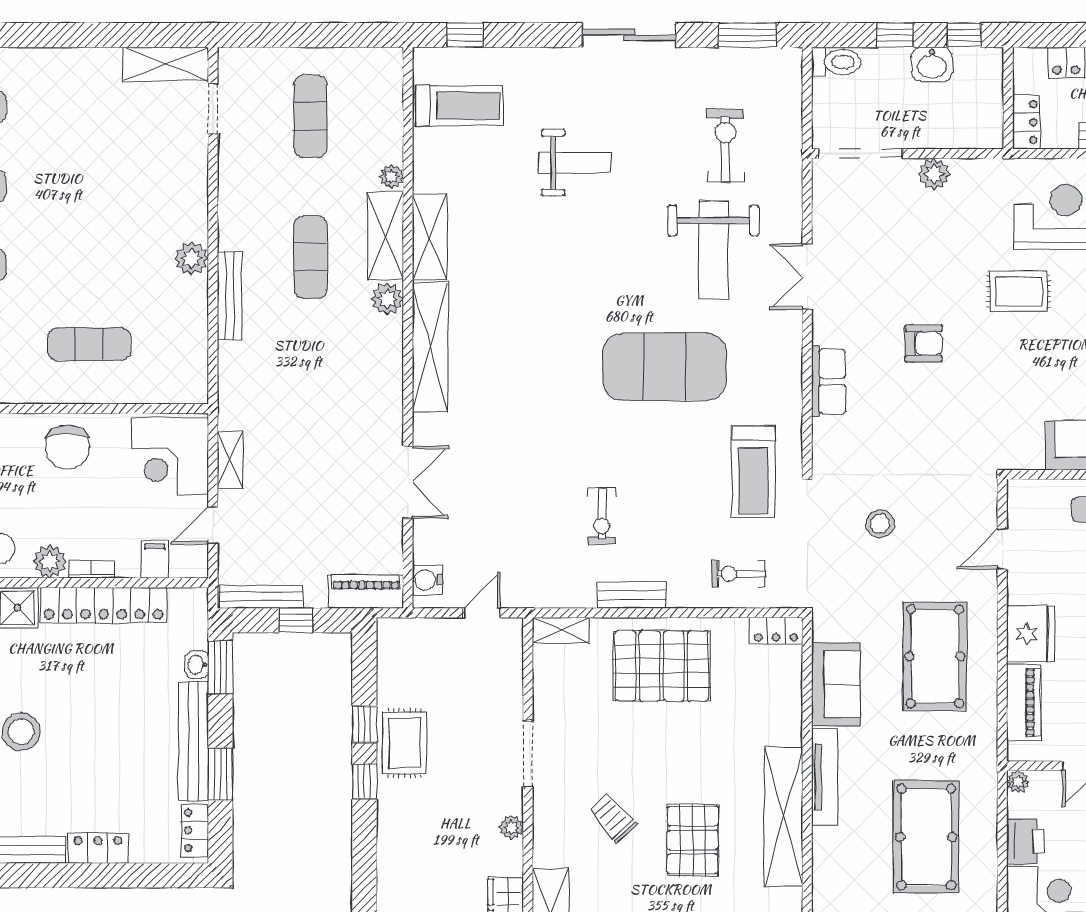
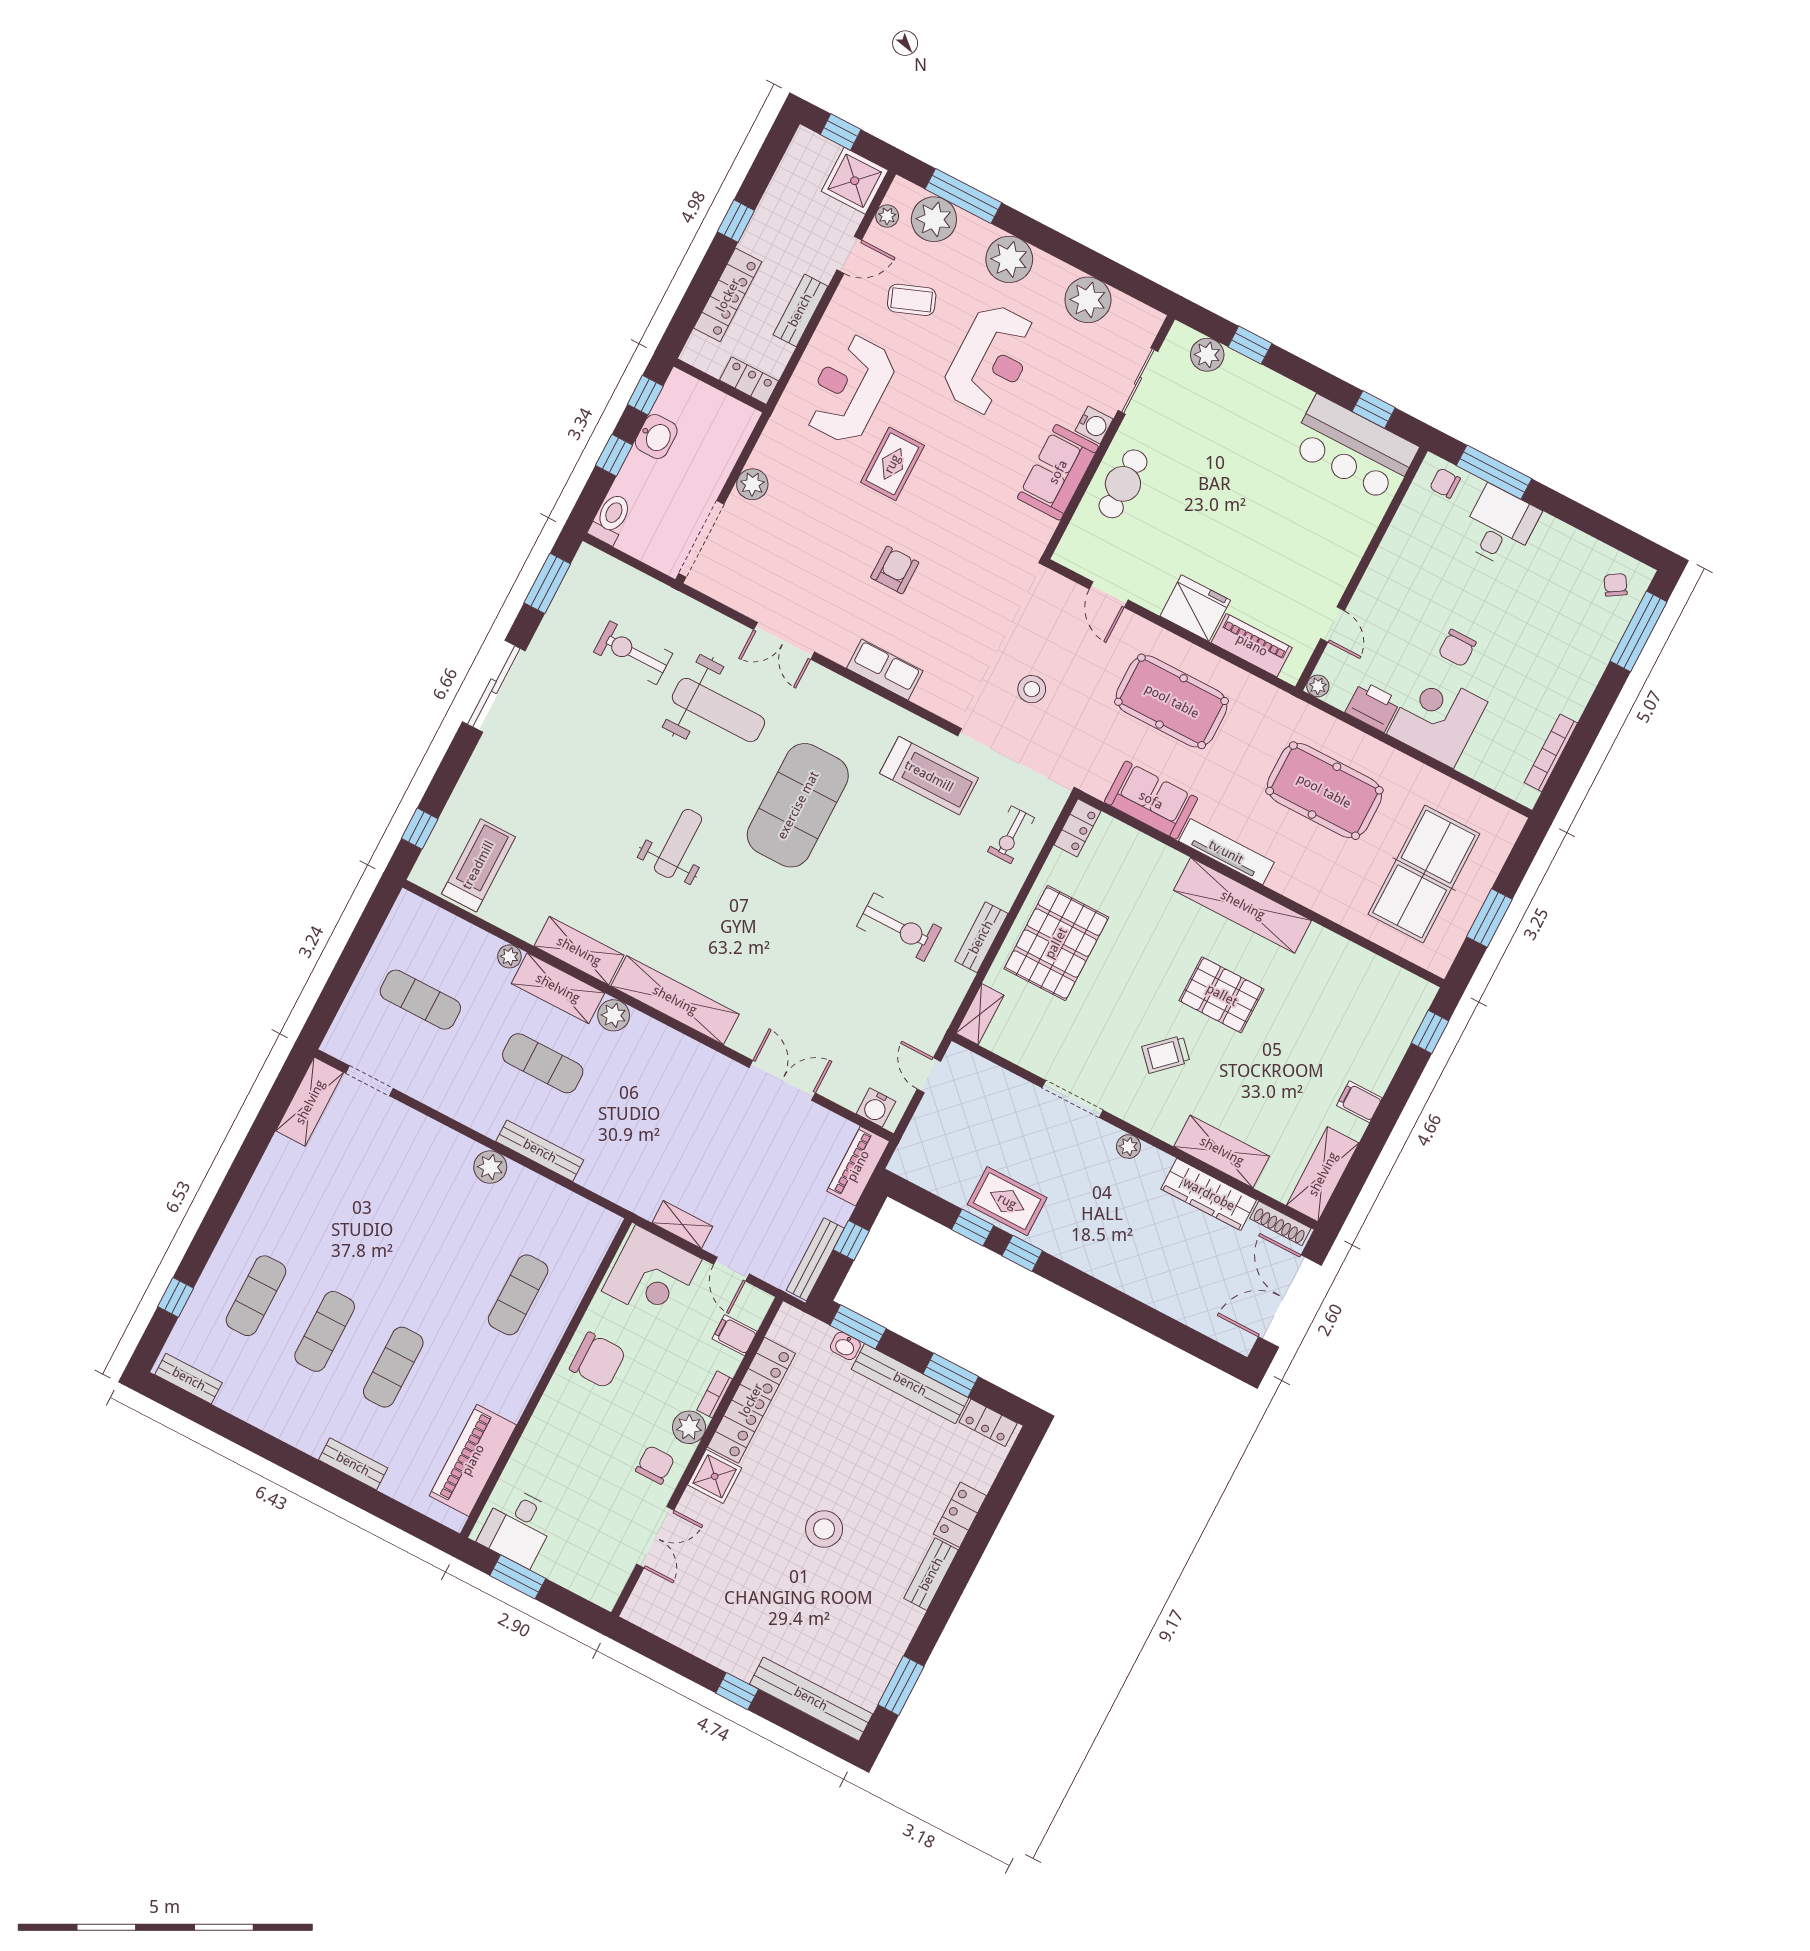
weight bench: (575, 163) -> (678, 843), moved
exercise bike: (602, 516) -> (899, 927), width x1.38, depth x1.39

